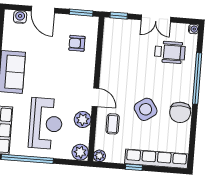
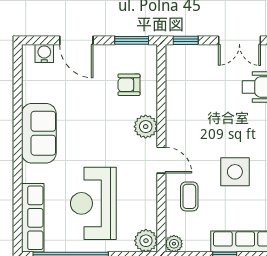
side table: (146, 109) -> (235, 172), turned 34
plant: (83, 120) -> (146, 127), moved
reception desk: (46, 123) -> (93, 203), turned 180

